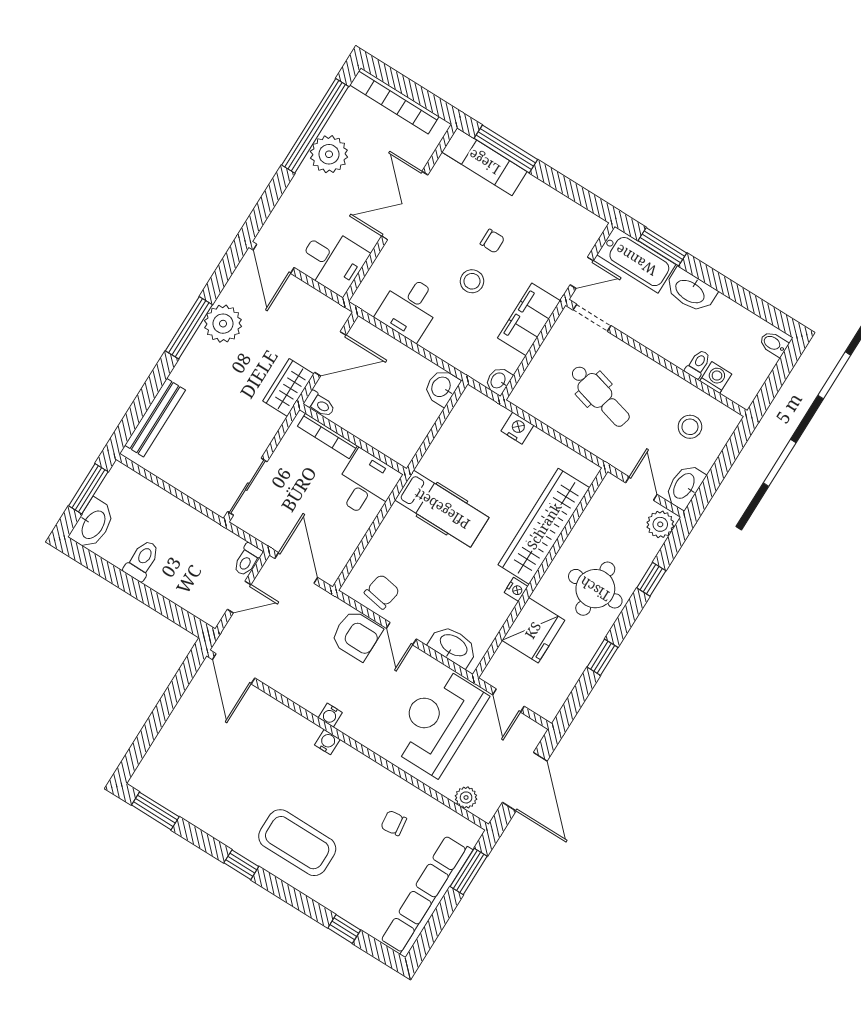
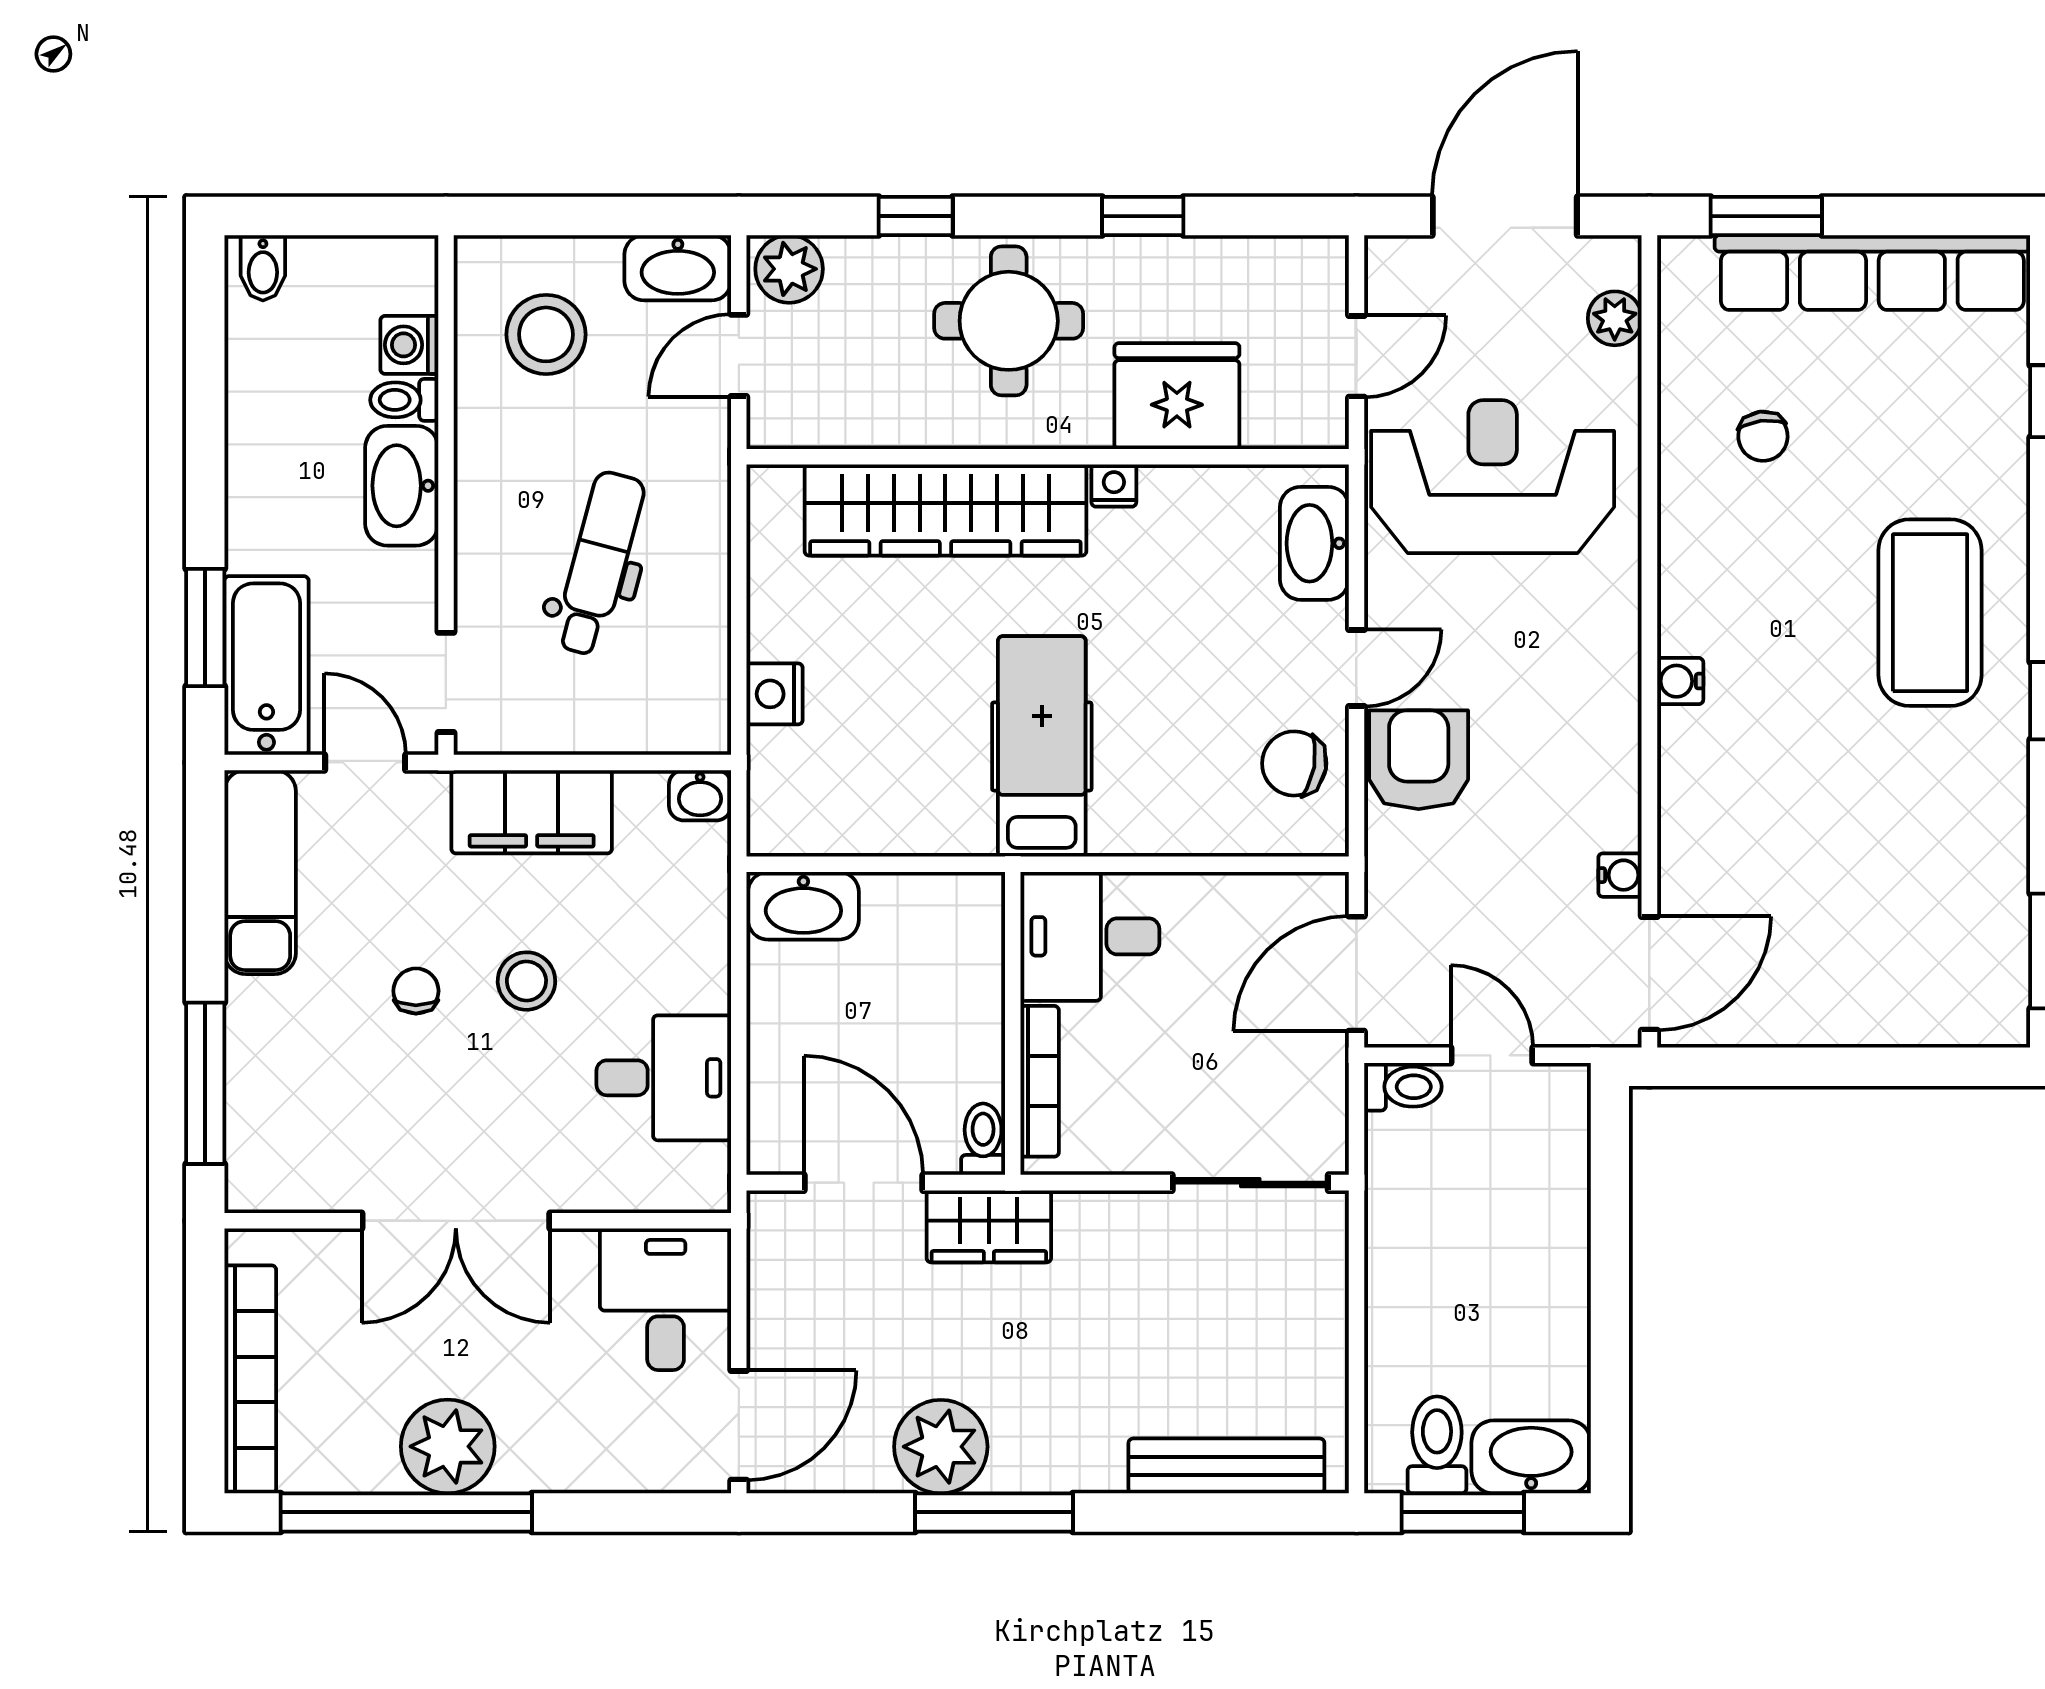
exam couch: (484, 162) -> (260, 872), moved
washbasin: (690, 291) -> (402, 486), moved, turned 180
washbasin: (442, 387) -> (803, 906), width x1.38
stool: (690, 427) -> (546, 334), width x1.38, depth x1.38
toilet: (142, 560) -> (1437, 1445), moved, turned 90
water cooler: (330, 715) -> (1620, 875), moved
reception desk: (438, 722) -> (1493, 477), turned 180

